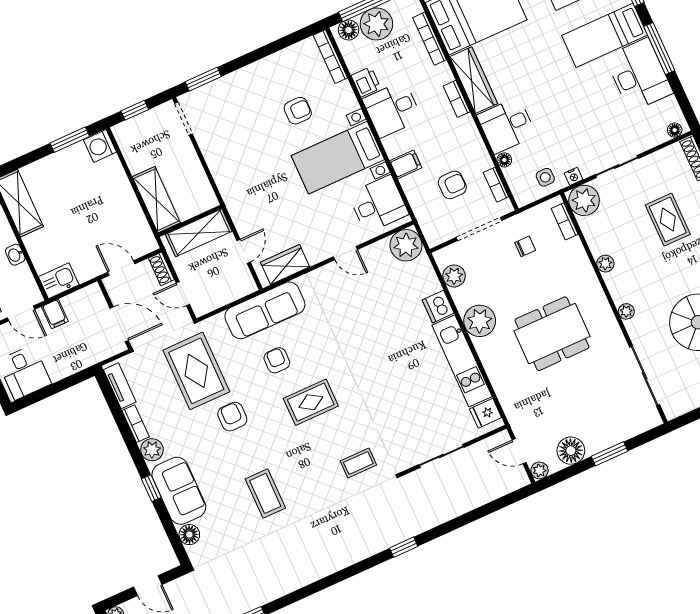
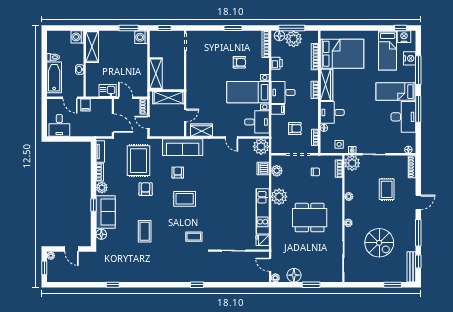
window: (203, 79) -> (233, 28), moved
desk: (392, 109) -> (283, 92), moved
kitchen sink: (59, 281) -> (108, 91), moved
dishwasher: (438, 307) -> (263, 169), moved

